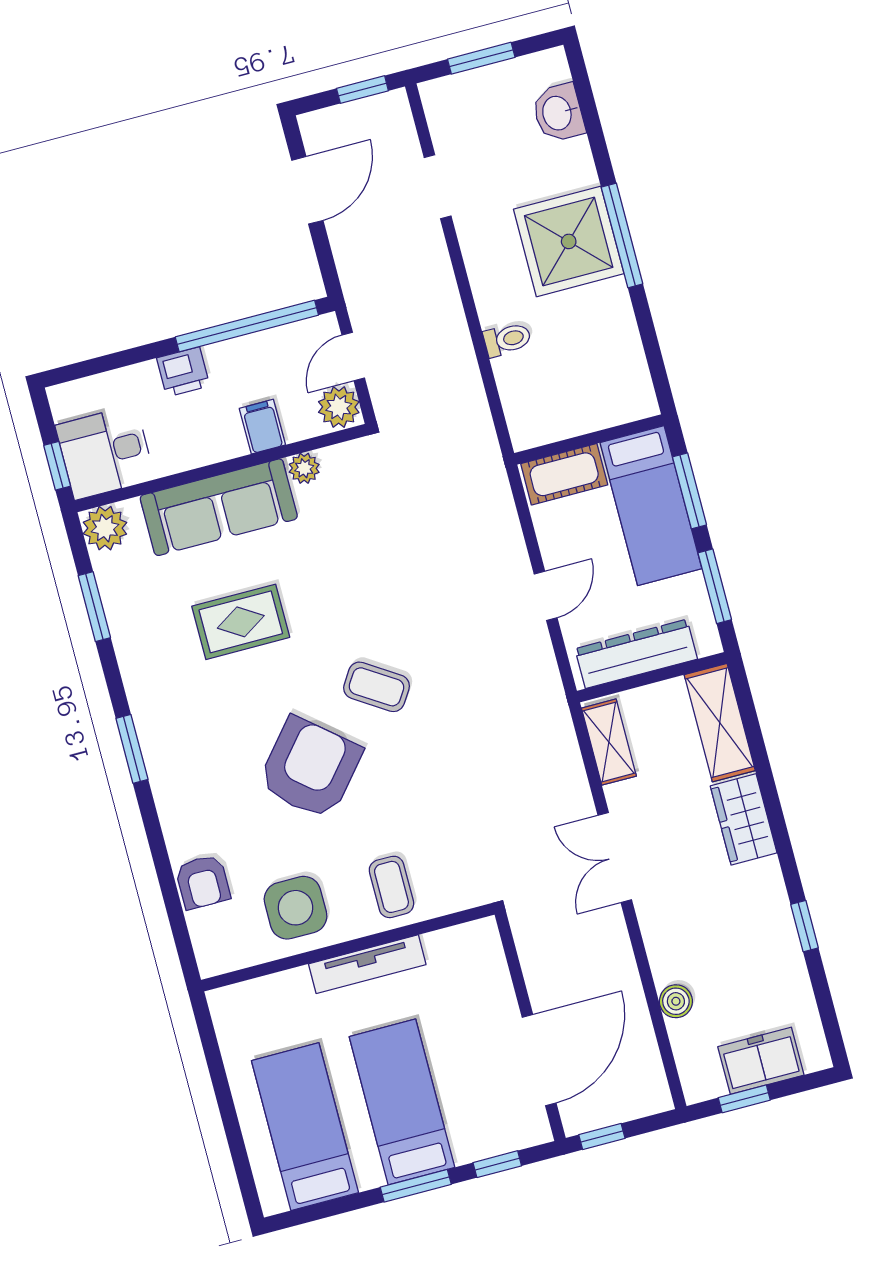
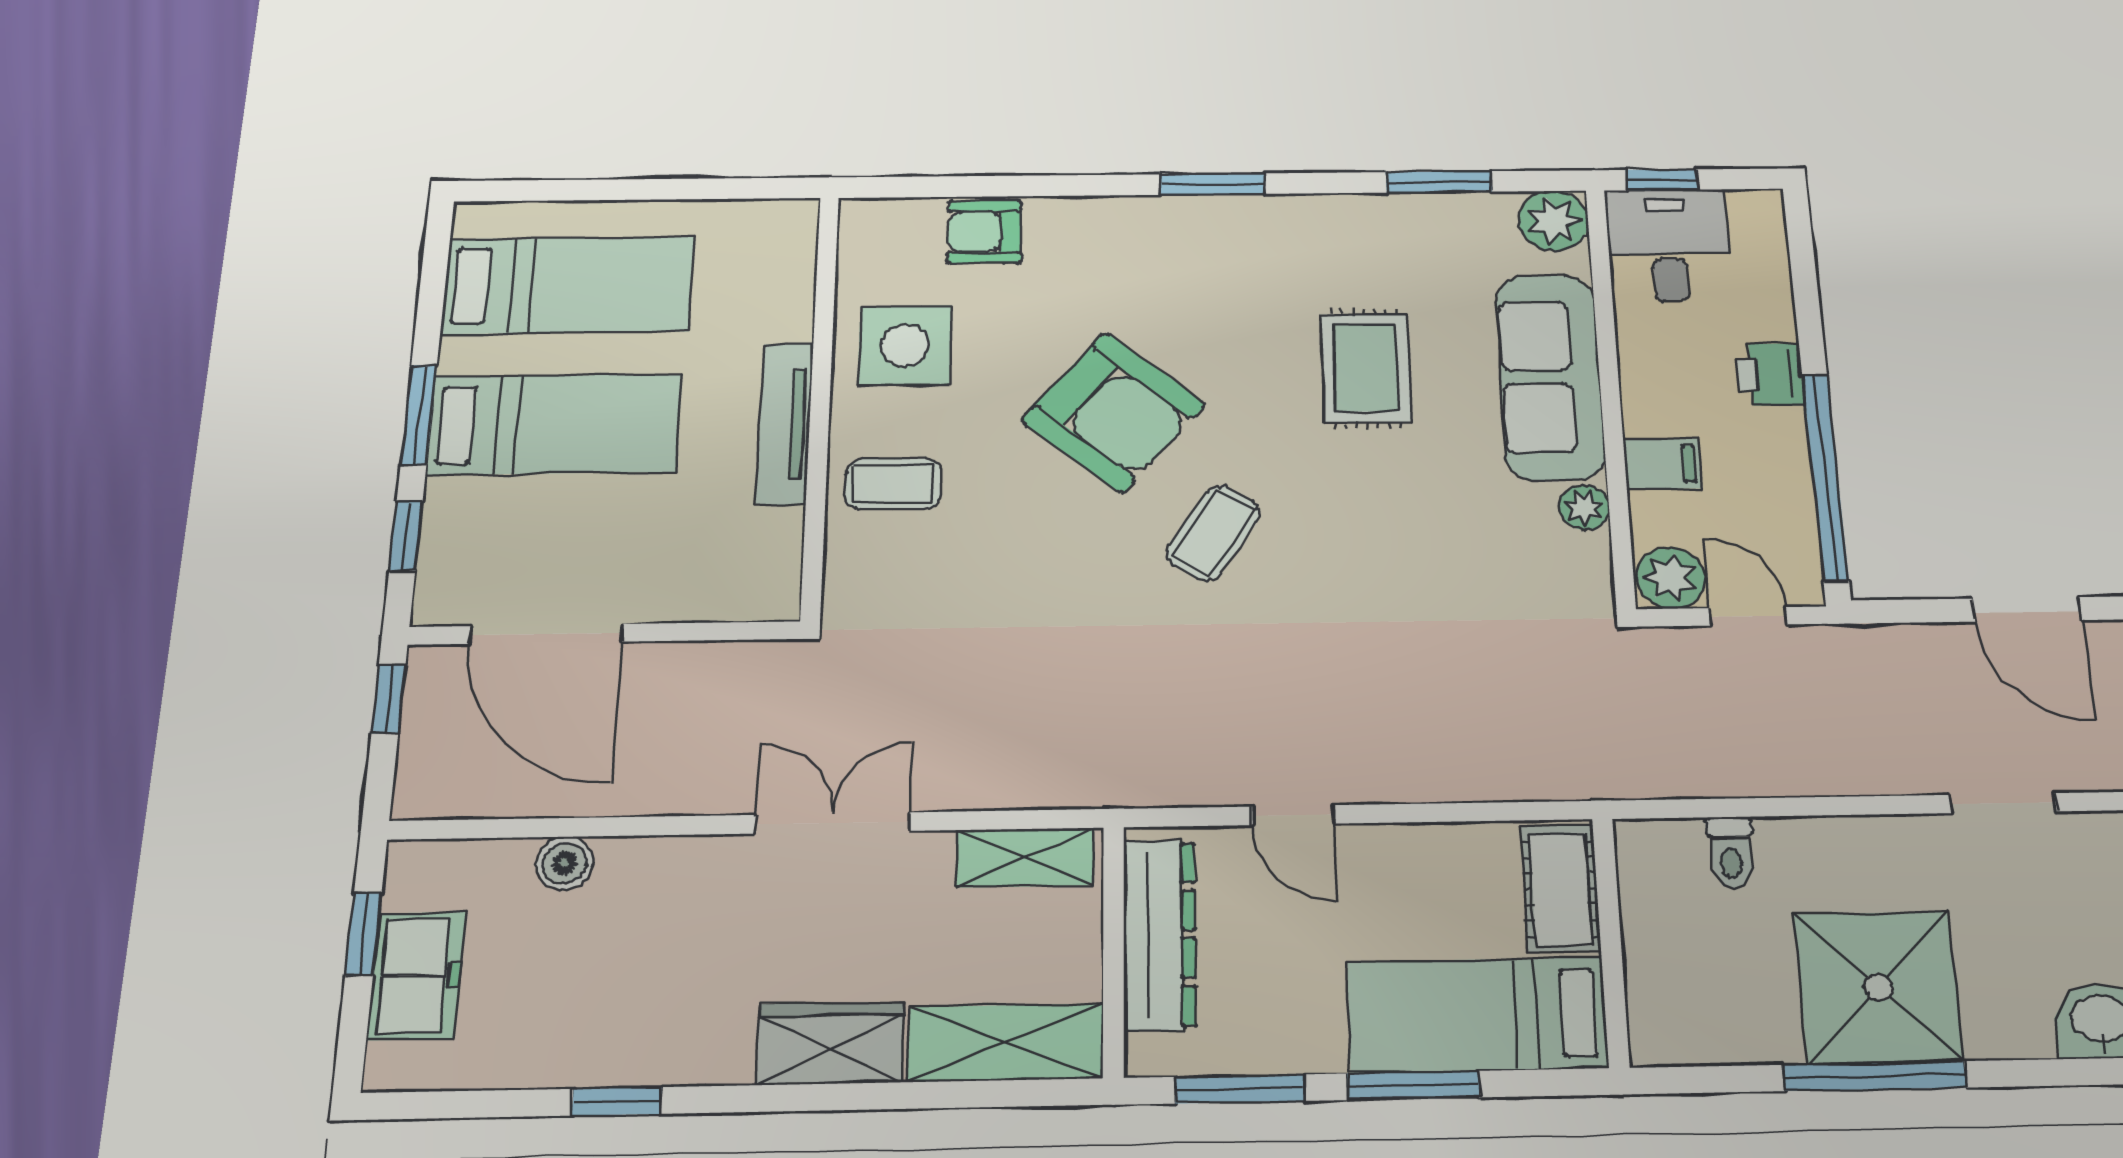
wall: (589, 439) -> (1611, 941), moved
cot: (564, 474) -> (1561, 889), moved
bed: (651, 506) -> (1477, 1015), moved

